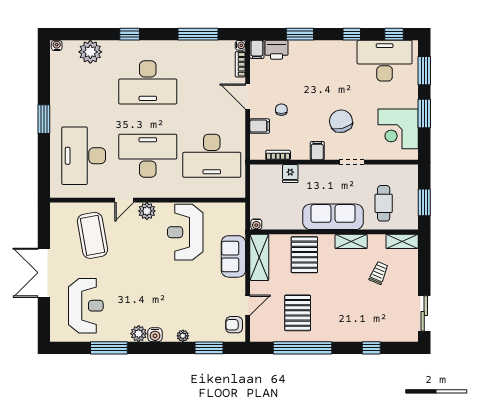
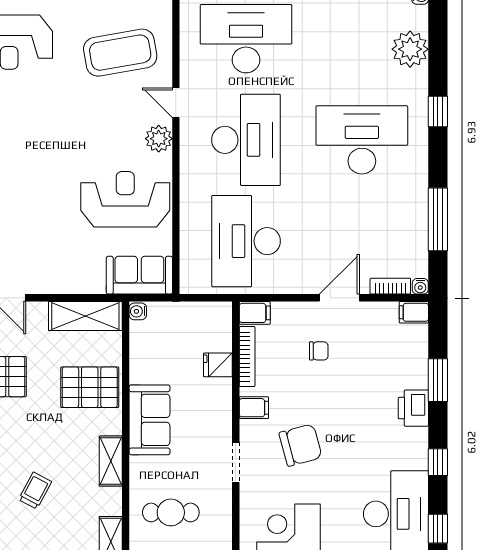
printer: (277, 50) -> (413, 408), moved
desk: (148, 82) -> (362, 140), turned 90
filing cabinet: (260, 126) -> (255, 313), moved, turned -90
bookcase: (278, 155) -> (247, 357), width x1.56
sofa: (333, 217) -> (150, 420), width x0.73
sofa: (233, 256) -> (139, 275), moved
trolley: (379, 273) -> (35, 491), moved, turned -85

